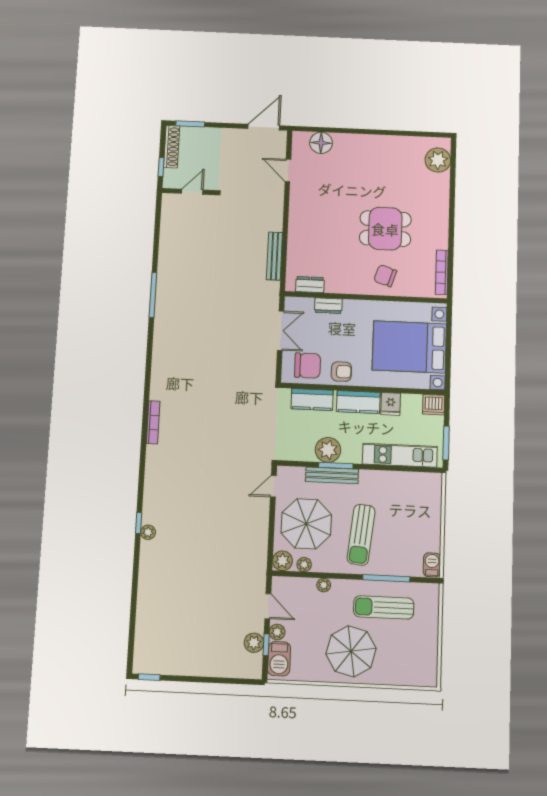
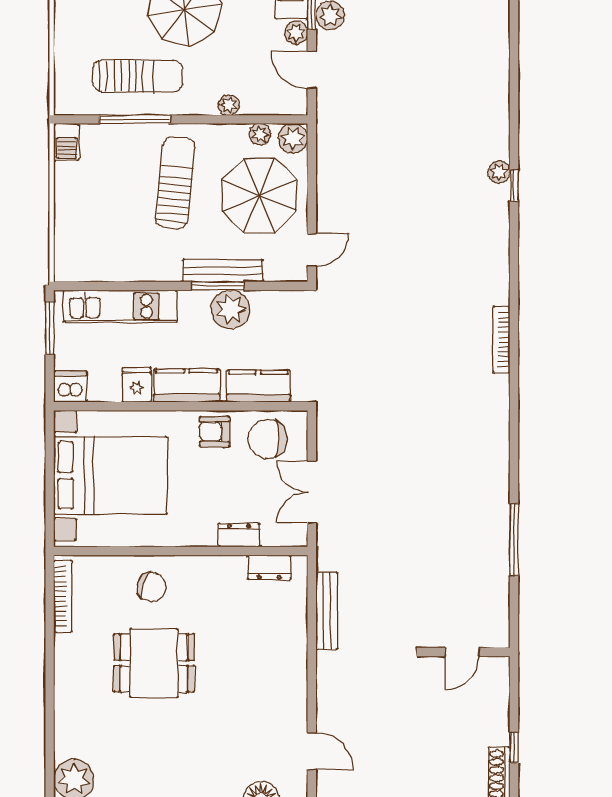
wall: (189, 192) -> (468, 652), moved
door: (192, 192) -> (462, 652), moved

